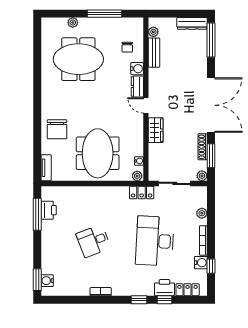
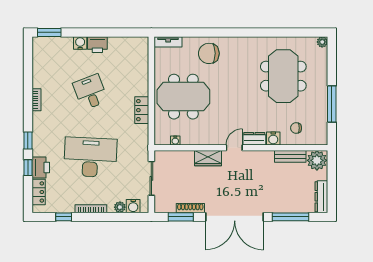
plant: (73, 23) -> (322, 42), moved
plant: (153, 32) -> (317, 160), width x1.87, depth x1.87
window: (211, 40) -> (291, 217), moved
plant: (137, 176) -> (159, 138), removed
plant: (202, 176) -> (160, 207), removed
locker: (142, 192) -> (142, 110), moved
printer: (49, 210) -> (97, 45), moved
window: (37, 214) -> (119, 32), removed
water cooler: (201, 263) -> (133, 206), moved
water cooler: (47, 281) -> (80, 43), moved

